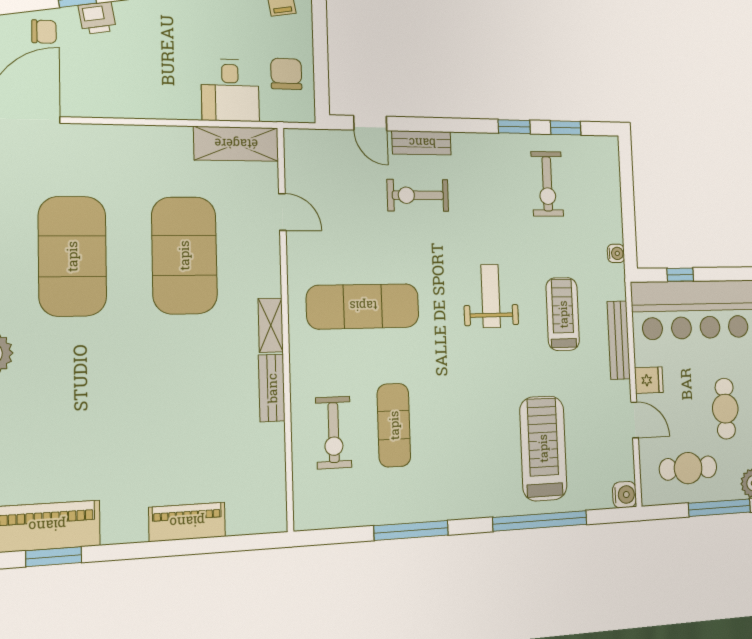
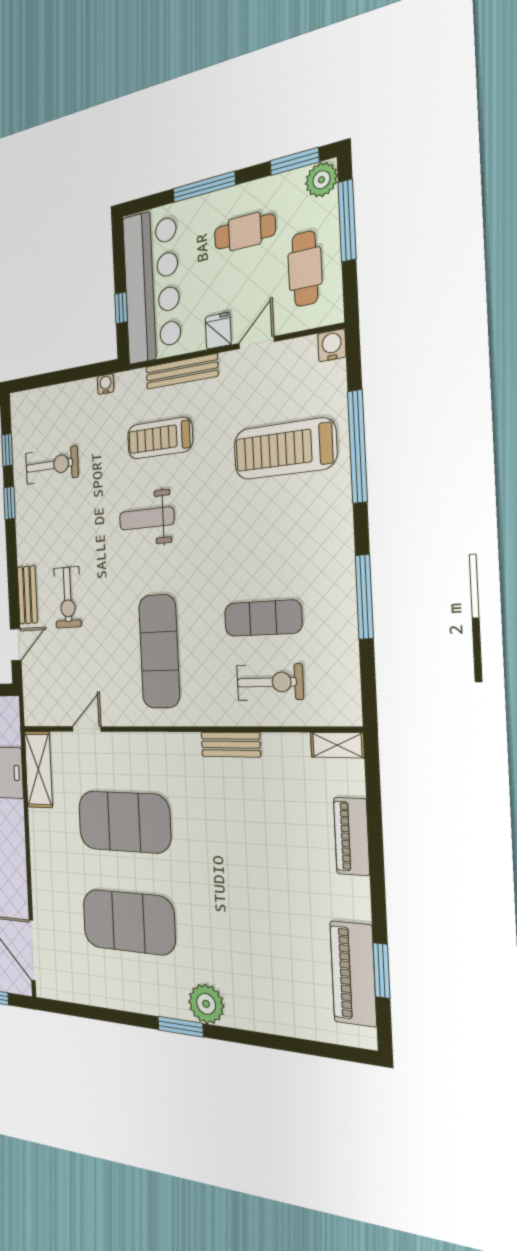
shelving: (271, 325) -> (337, 745), moved

